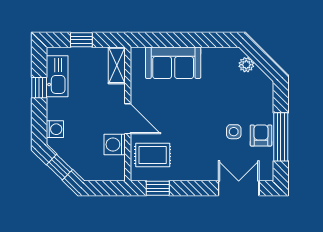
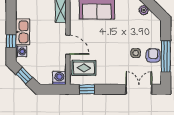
kitchen sink: (57, 76) -> (23, 32), moved
window: (39, 88) -> (11, 41), moved
washing machine: (115, 144) -> (59, 78), moved, turned 90

